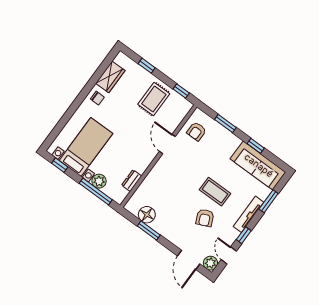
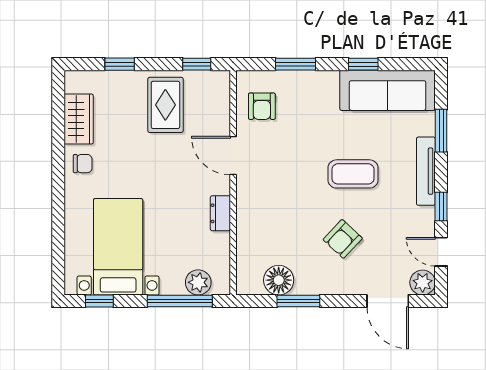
plant: (99, 181) -> (198, 282), moved
dresser: (132, 181) -> (220, 213), moved
armchair: (205, 218) -> (343, 239), moved, turned 67

